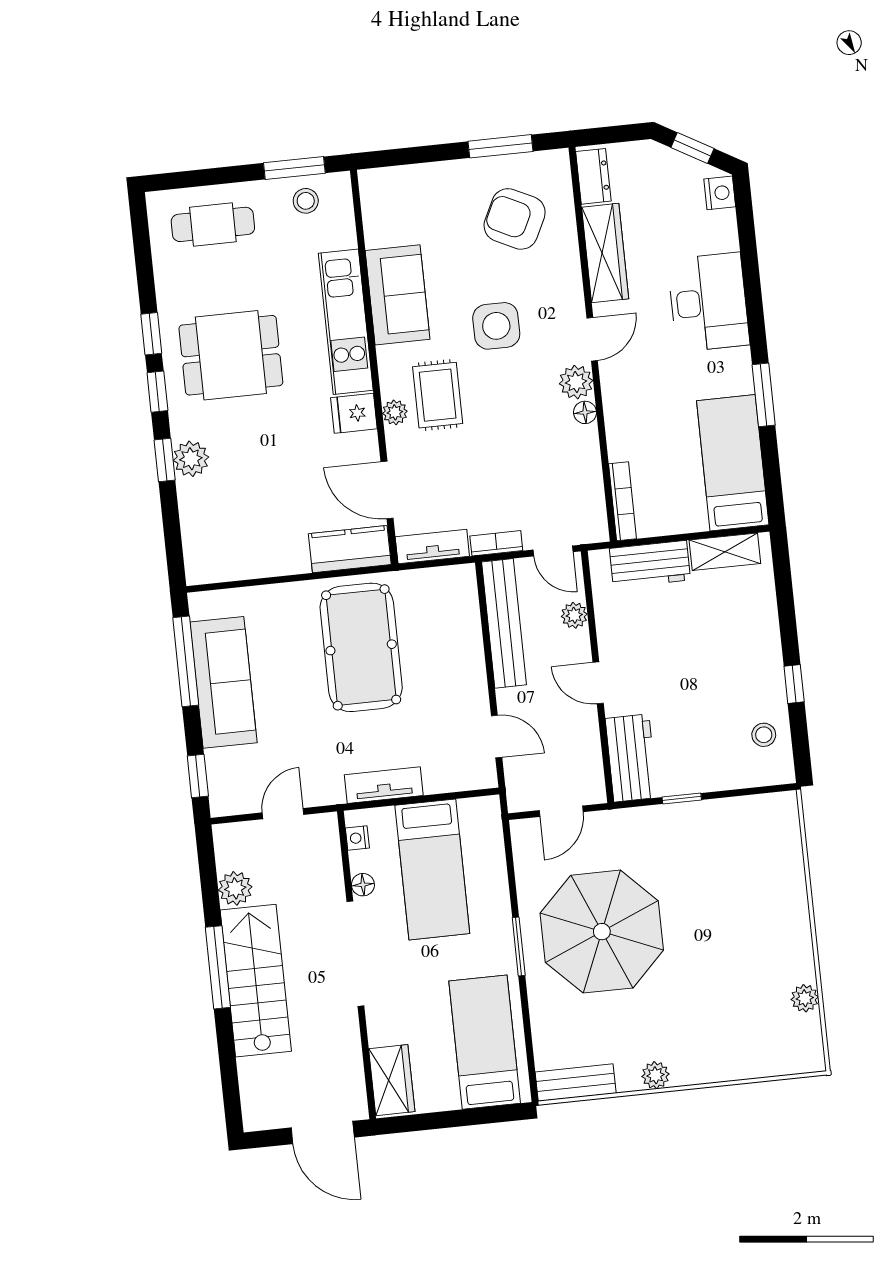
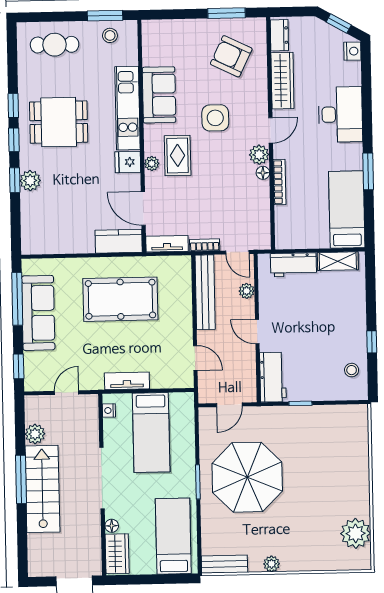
bookcase: (622, 501) -> (279, 182), moved
pool table: (361, 647) -> (120, 299), turned 90
floor lamp: (363, 885) -> (112, 526), moved
plant: (805, 998) -> (356, 533), width x1.88, depth x1.88

